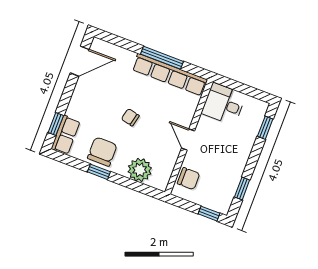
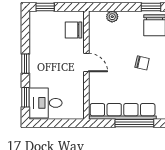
desk: (224, 104) -> (46, 103), moved, turned 180
plant: (140, 170) -> (112, 17), width x0.53, depth x0.53
window: (242, 189) -> (25, 64), moved

